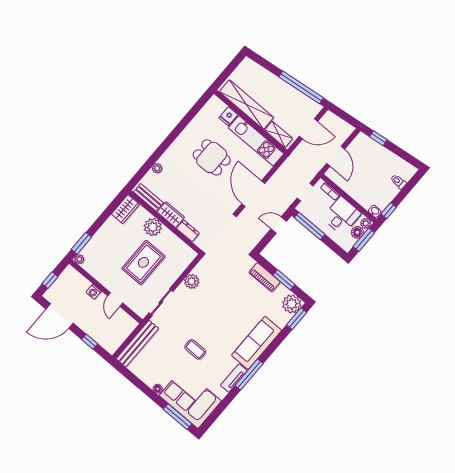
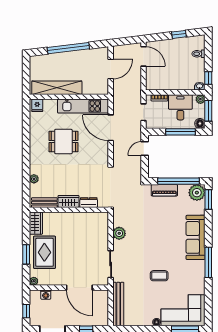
window: (301, 87) -> (68, 48), moved
fridge: (228, 116) -> (37, 105), moved
shelving: (279, 134) -> (94, 89), removed
window: (378, 138) -> (179, 34), moved
door: (336, 156) -> (144, 56), moved
door: (253, 194) -> (111, 128), moved
window: (310, 226) -> (181, 132), moved
plant: (153, 227) -> (64, 220), removed
floor lamp: (357, 232) -> (200, 123), moved
window: (81, 243) -> (26, 254), moved
rug: (143, 262) -> (44, 252), moved
window: (284, 280) -> (178, 181), width x2.11
washing machine: (94, 292) -> (46, 295), moved
door: (115, 299) -> (79, 288), width x1.87
tv unit: (234, 378) -> (200, 273), removed

